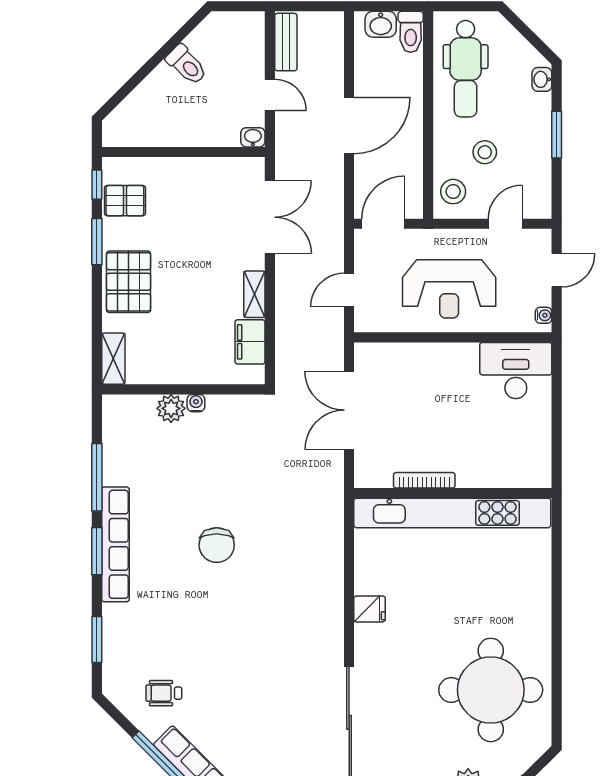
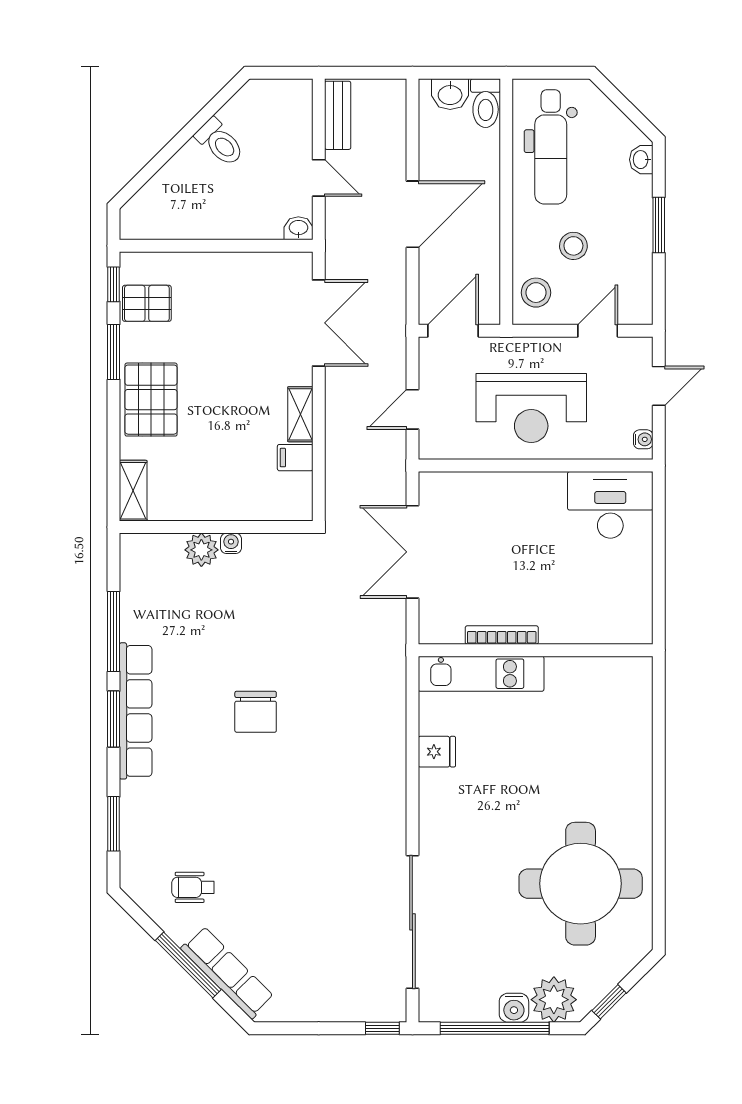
filing cabinet: (250, 342) -> (295, 458), width x0.50
kitchen unit: (452, 513) -> (481, 674), width x0.54
fridge: (370, 609) -> (437, 752), moved

